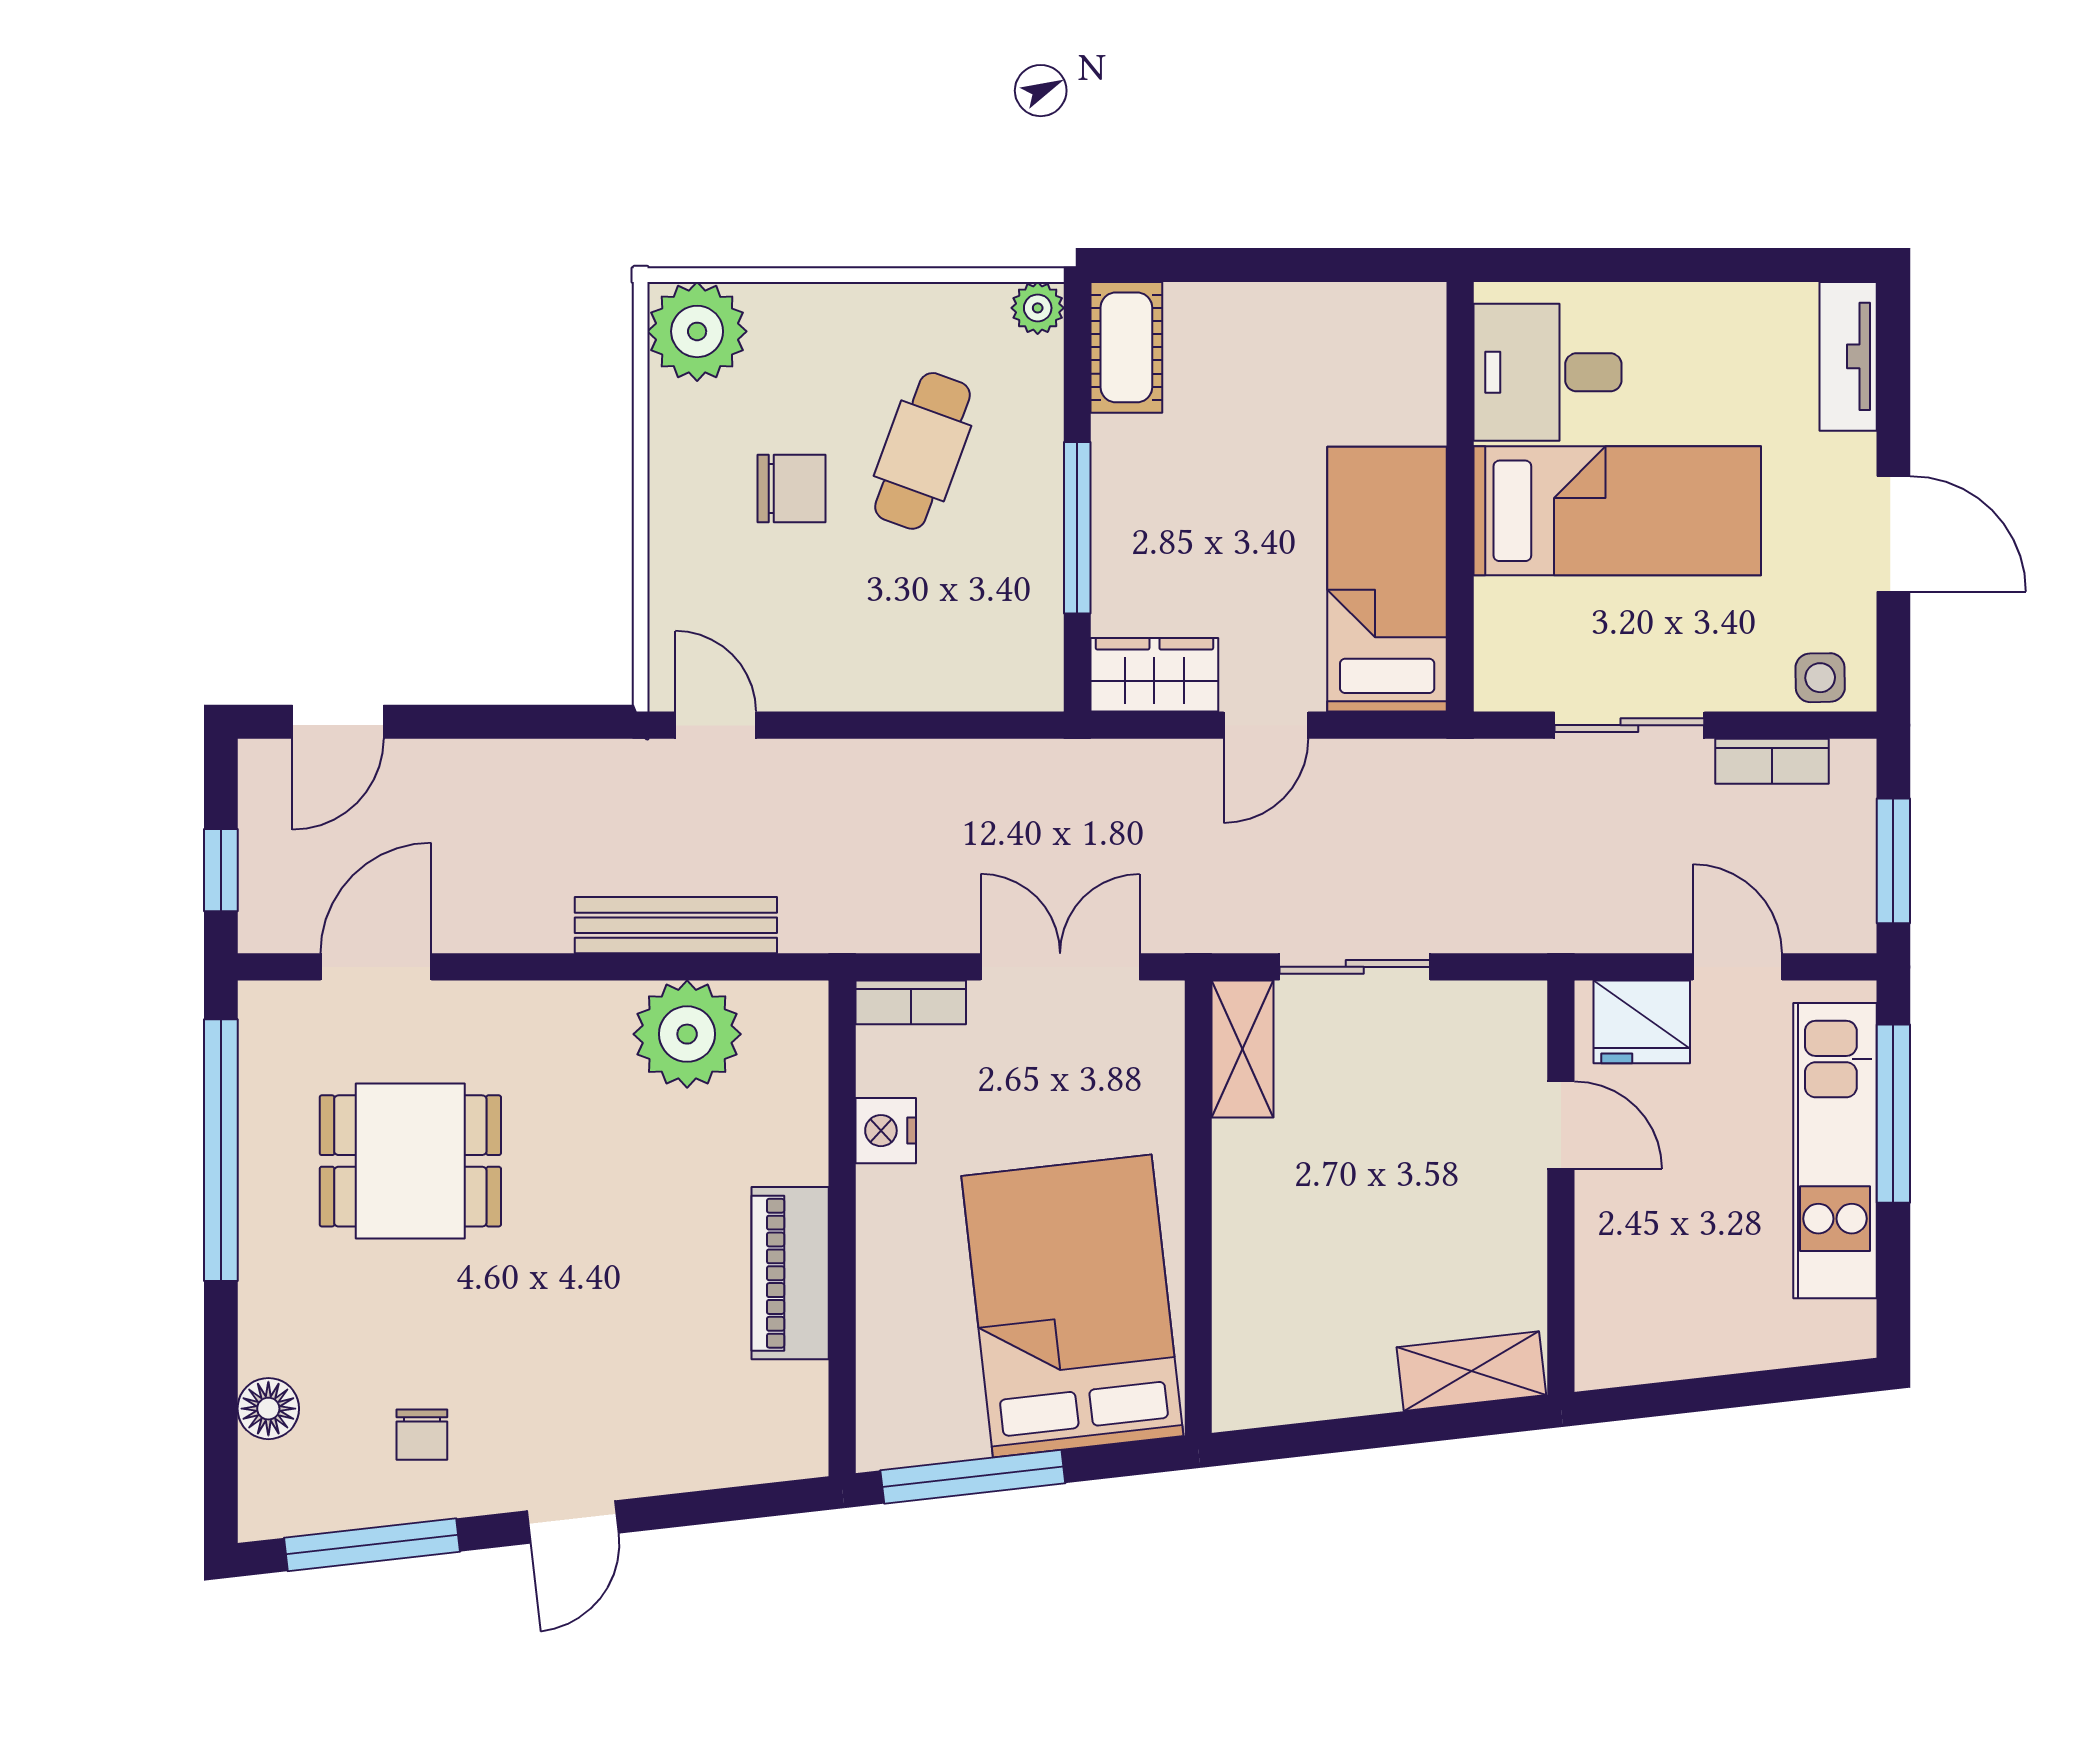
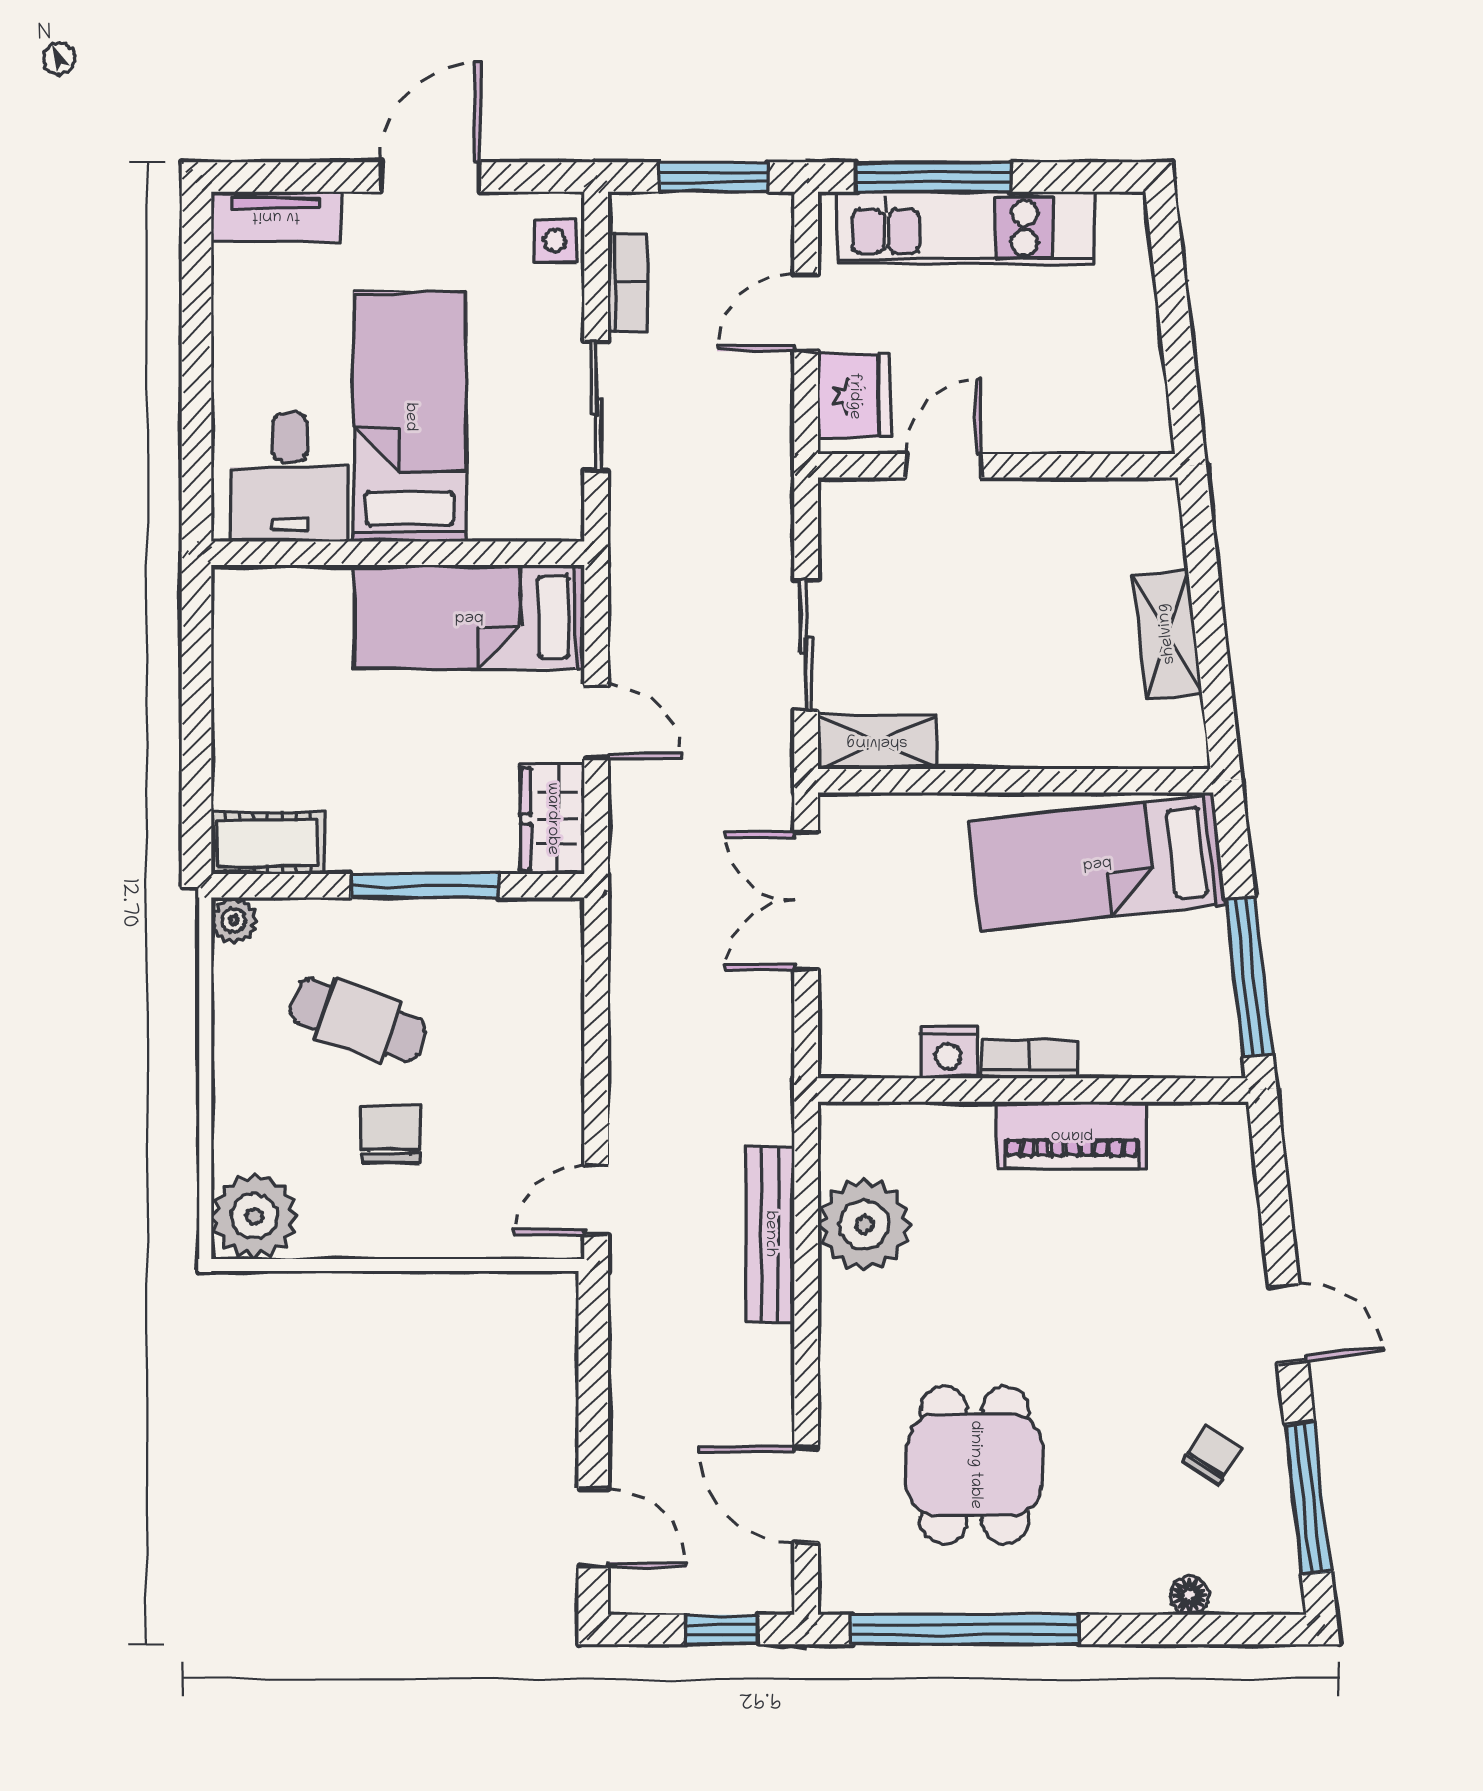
bookcase: (911, 1002) -> (1029, 1059), moved, turned -90
bed: (1072, 1306) -> (1097, 863), width x0.67
shelving: (1471, 1371) -> (1167, 634), moved
floor lamp: (268, 1409) -> (1190, 1595), width x0.73, depth x0.73
chair: (422, 1435) -> (1212, 1455), turned -57

